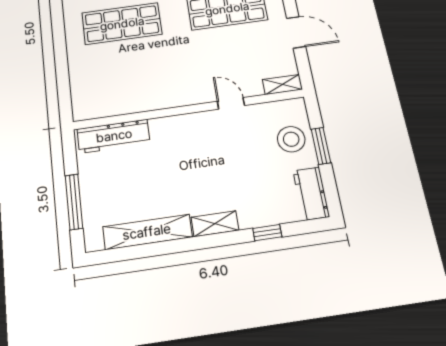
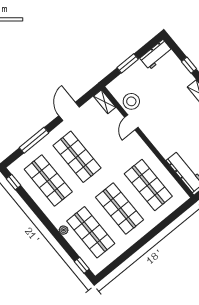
shop shelf: (129, 77) -> (148, 185), added
stool: (291, 139) -> (131, 101), moved

